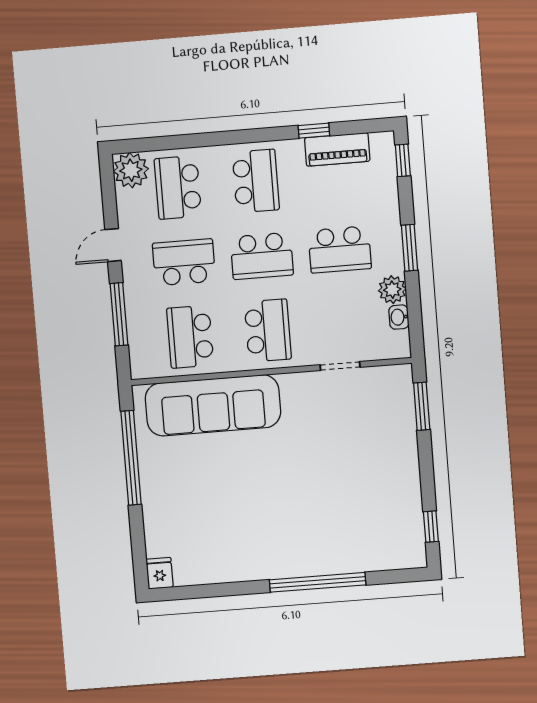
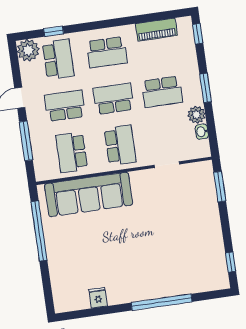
window: (314, 131) -> (54, 31), moved
school desk: (256, 181) -> (107, 52), turned 90
school desk: (178, 187) -> (58, 59), turned 180
school desk: (262, 256) -> (113, 99), turned 180
fridge: (160, 573) -> (98, 298), moved

